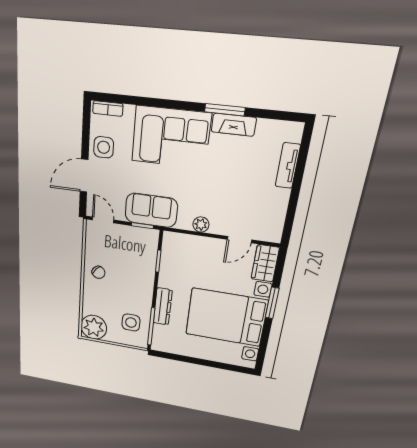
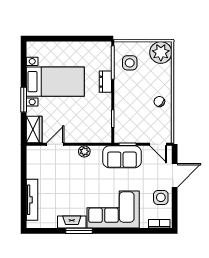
tv unit: (288, 166) -> (32, 200), width x1.41
dresser: (163, 306) -> (105, 82), width x0.70
bed with nightstands: (226, 317) -> (55, 82), width x0.73

